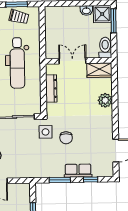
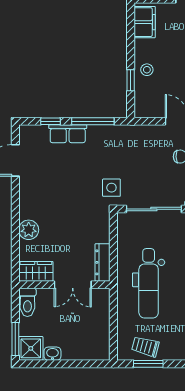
dental chair: (17, 63) -> (149, 283), turned 180
dresser: (51, 88) -> (103, 262), moved
chair: (66, 138) -> (83, 179), removed
window: (60, 180) -> (93, 121), width x1.44

